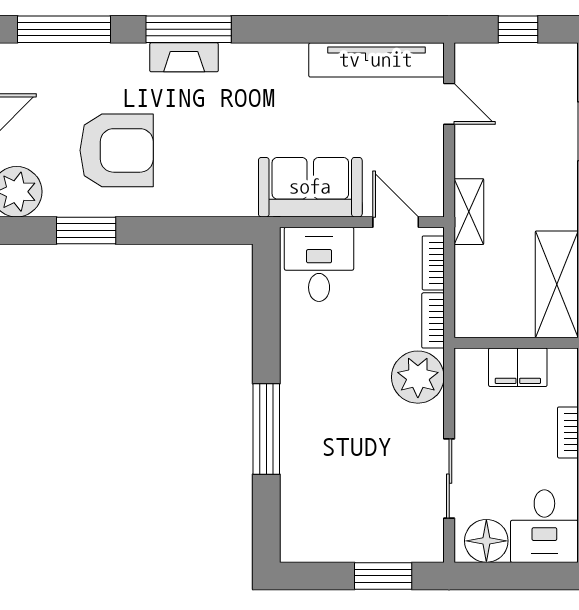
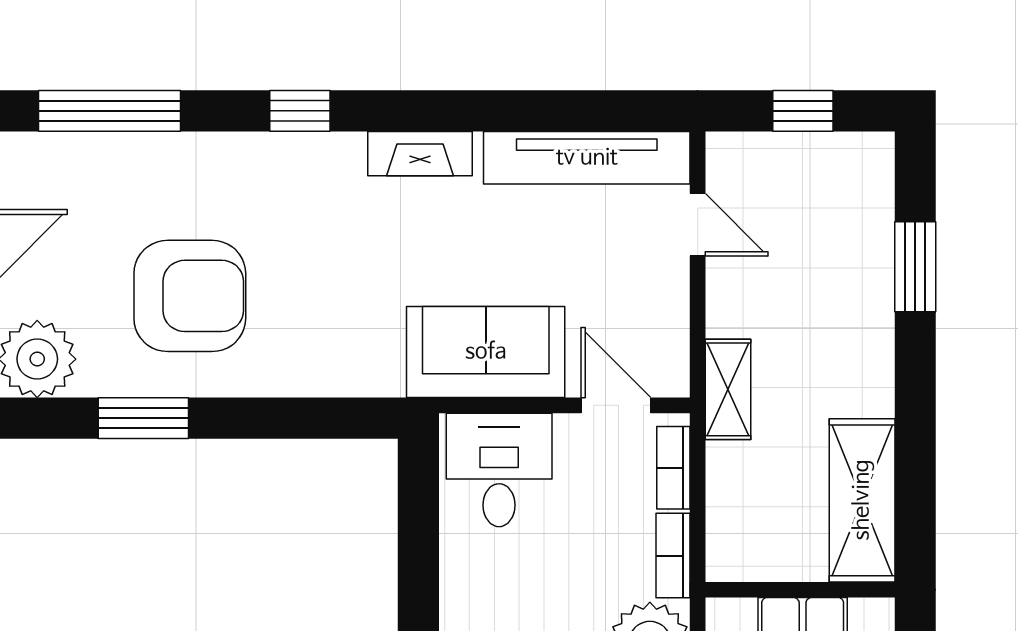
window: (189, 29) -> (300, 111), width x0.46
fireplace: (184, 57) -> (420, 154), moved

